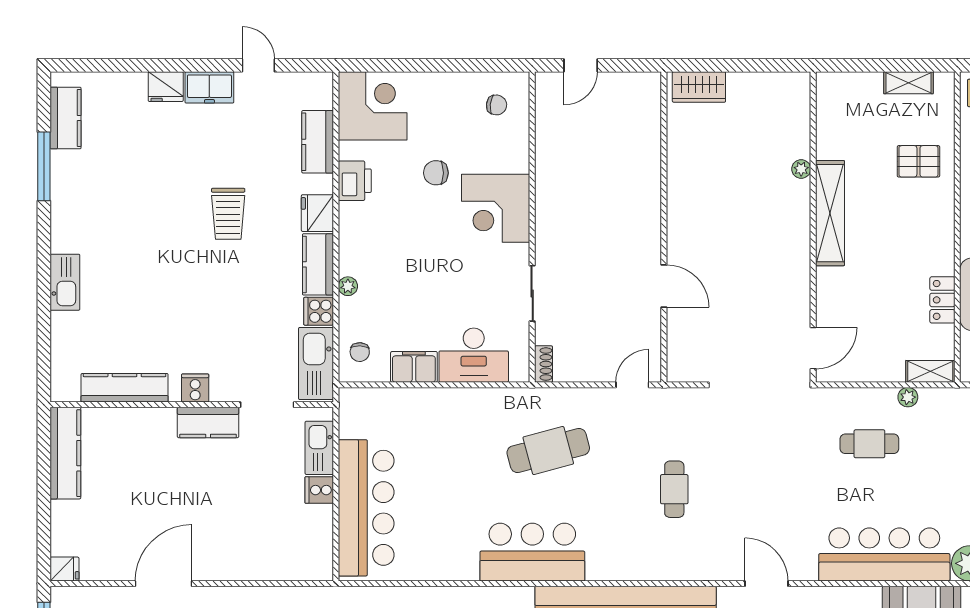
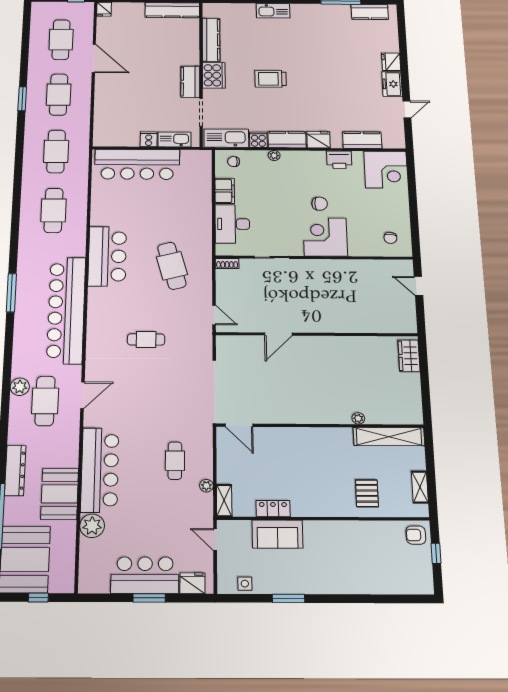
chair: (436, 173) -> (320, 204), moved, turned 90
shelving: (830, 213) -> (389, 437), moved
trolley: (228, 214) -> (271, 79), moved
cooker: (195, 388) -> (214, 75), width x1.87, depth x1.31

